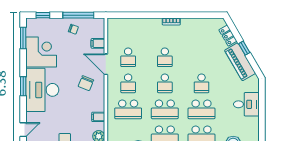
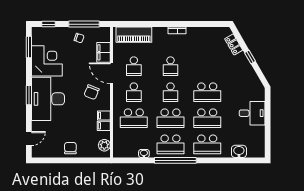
filing cabinet: (98, 43) -> (104, 52), width x2.00
piano: (240, 62) -> (134, 35), moved, turned -60
school desk: (202, 83) -> (207, 92), width x1.85
filing cabinet: (98, 107) -> (104, 115), added

